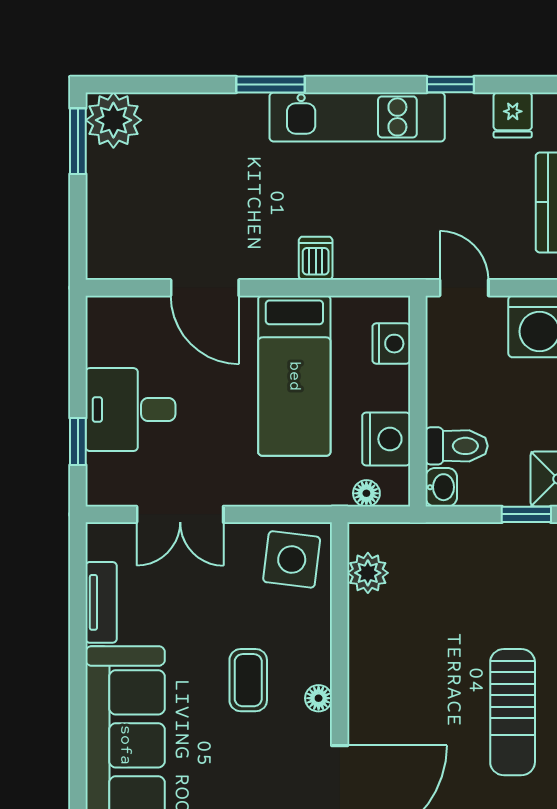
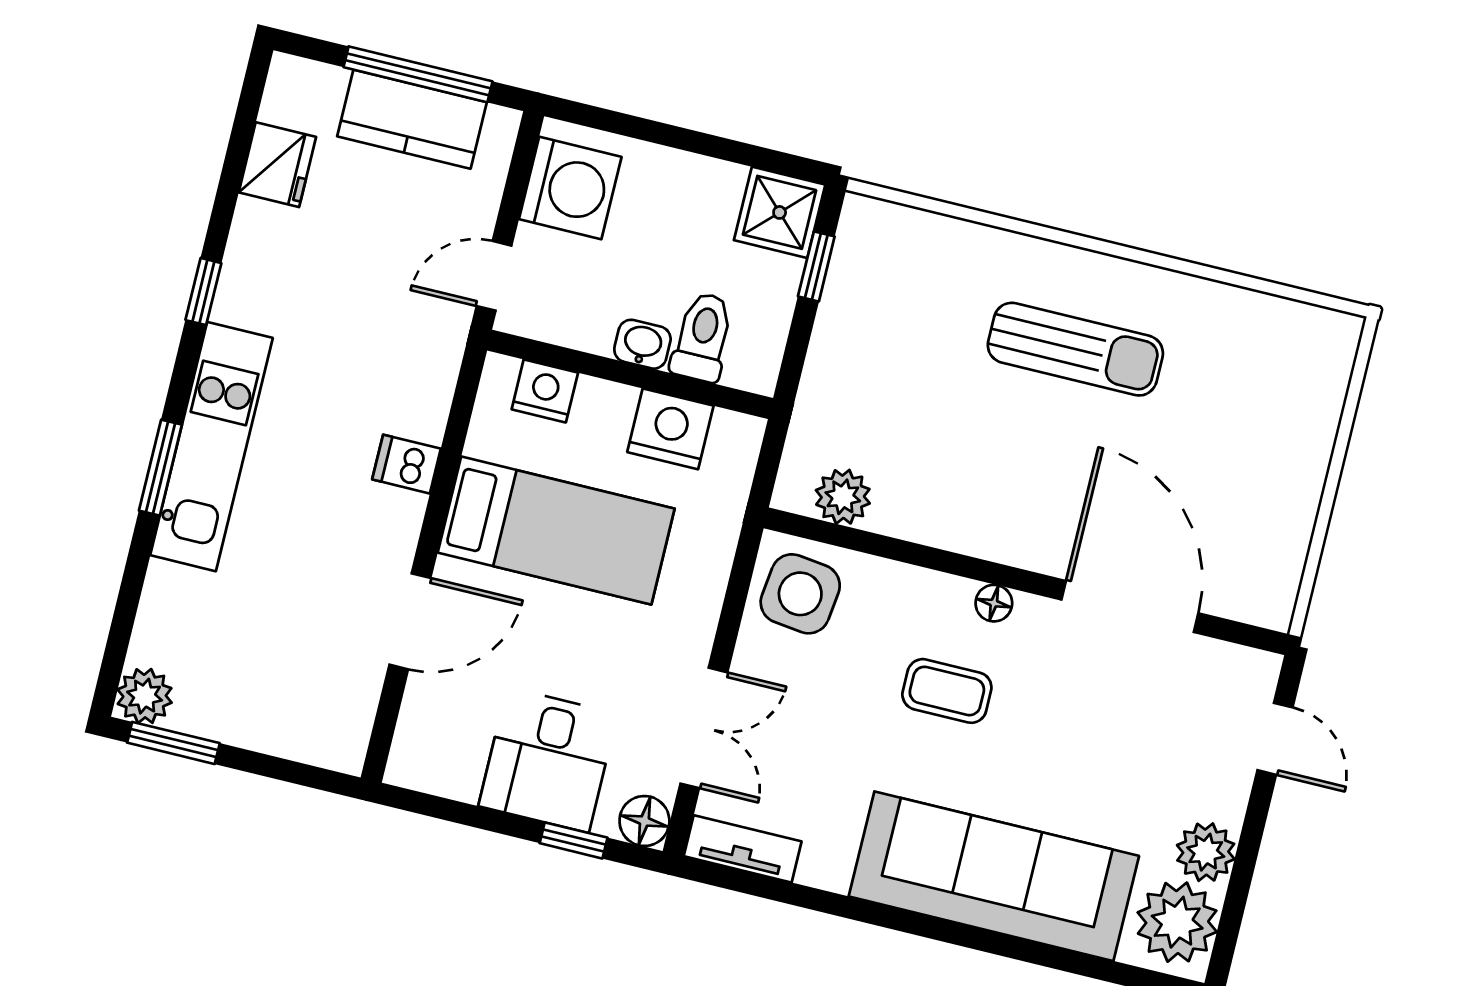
window: (450, 84) -> (203, 292), moved
fridge: (513, 115) -> (277, 165), width x1.38
kitchen unit: (357, 117) -> (211, 447), moved
plant: (113, 120) -> (145, 696), width x0.73, depth x0.73
washbasin: (441, 487) -> (642, 344), moved
floor lamp: (366, 493) -> (644, 821), moved, width x1.37, depth x1.37
tv unit: (101, 602) -> (743, 849), moved

